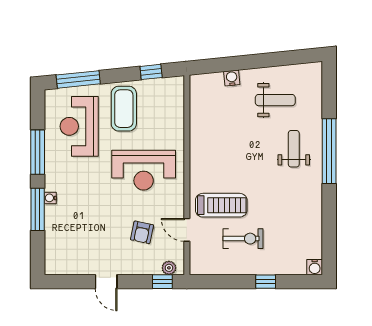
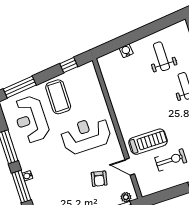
weight bench: (275, 100) -> (161, 56), turned -90
reception desk: (144, 170) -> (86, 135), turned 180

